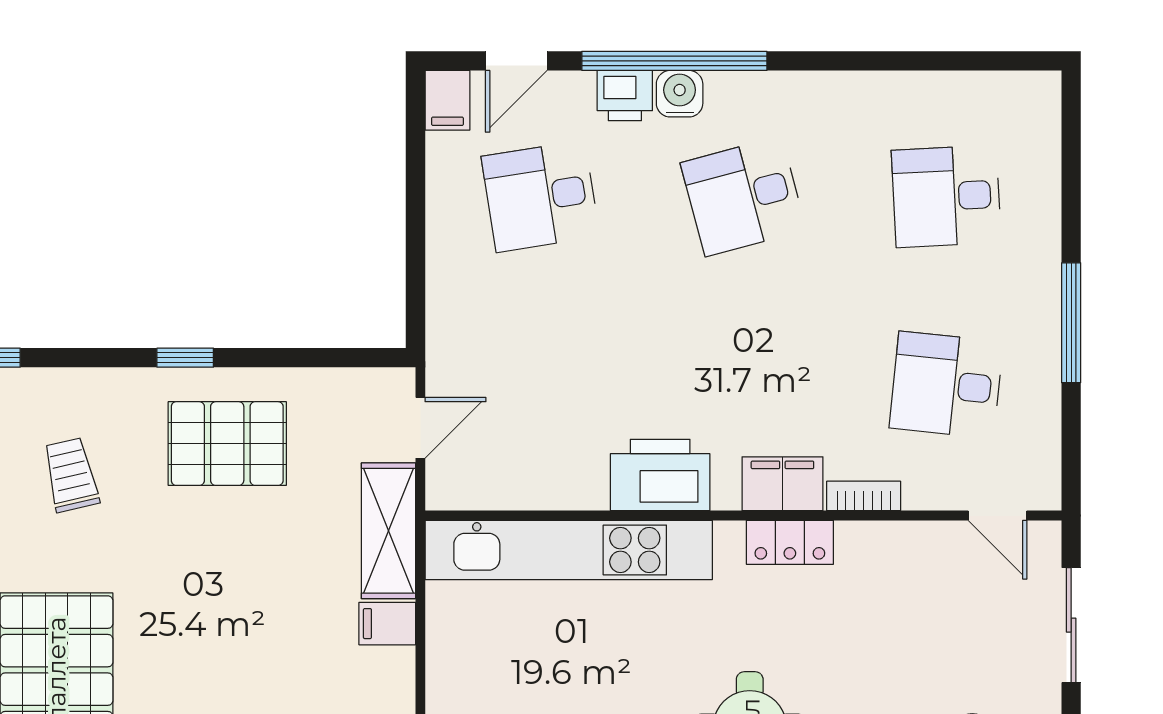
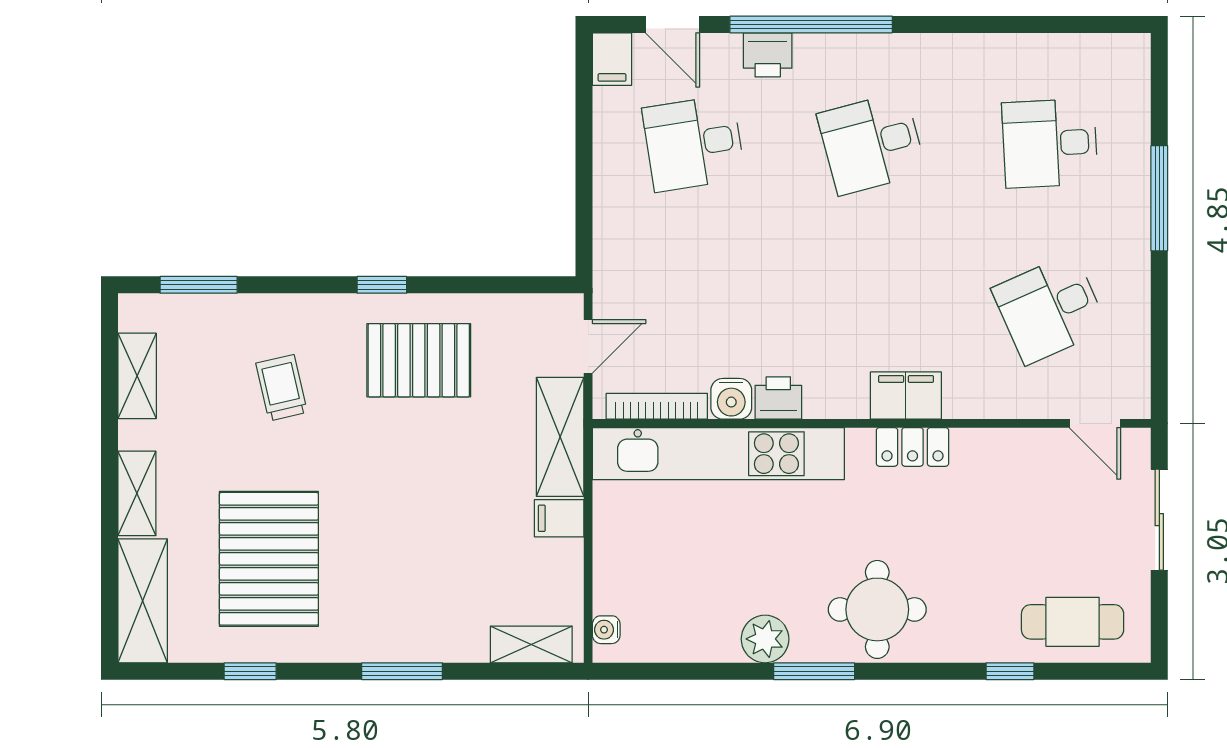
door: (516, 61) -> (672, 24), hinge flipped
water cooler: (680, 94) -> (731, 399), moved, turned 180
window: (1071, 323) -> (1159, 198), moved
desk: (946, 385) -> (1050, 309), turned -30
printer: (660, 475) -> (778, 398), width x0.53, depth x0.68
bookcase: (864, 496) -> (657, 406), moved, width x1.56

